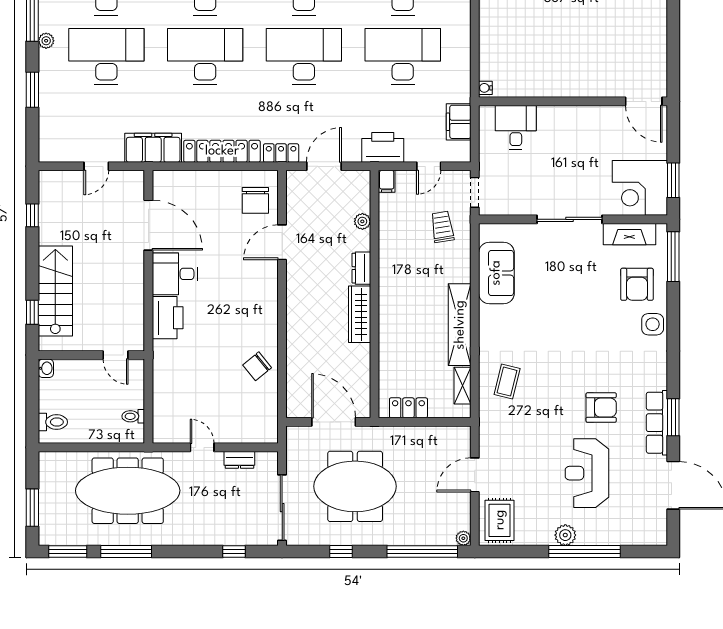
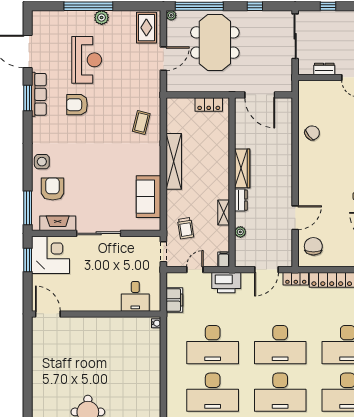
shelving: (462, 386) -> (224, 213), moved
meeting table: (355, 486) -> (215, 43), moved, turned 90

